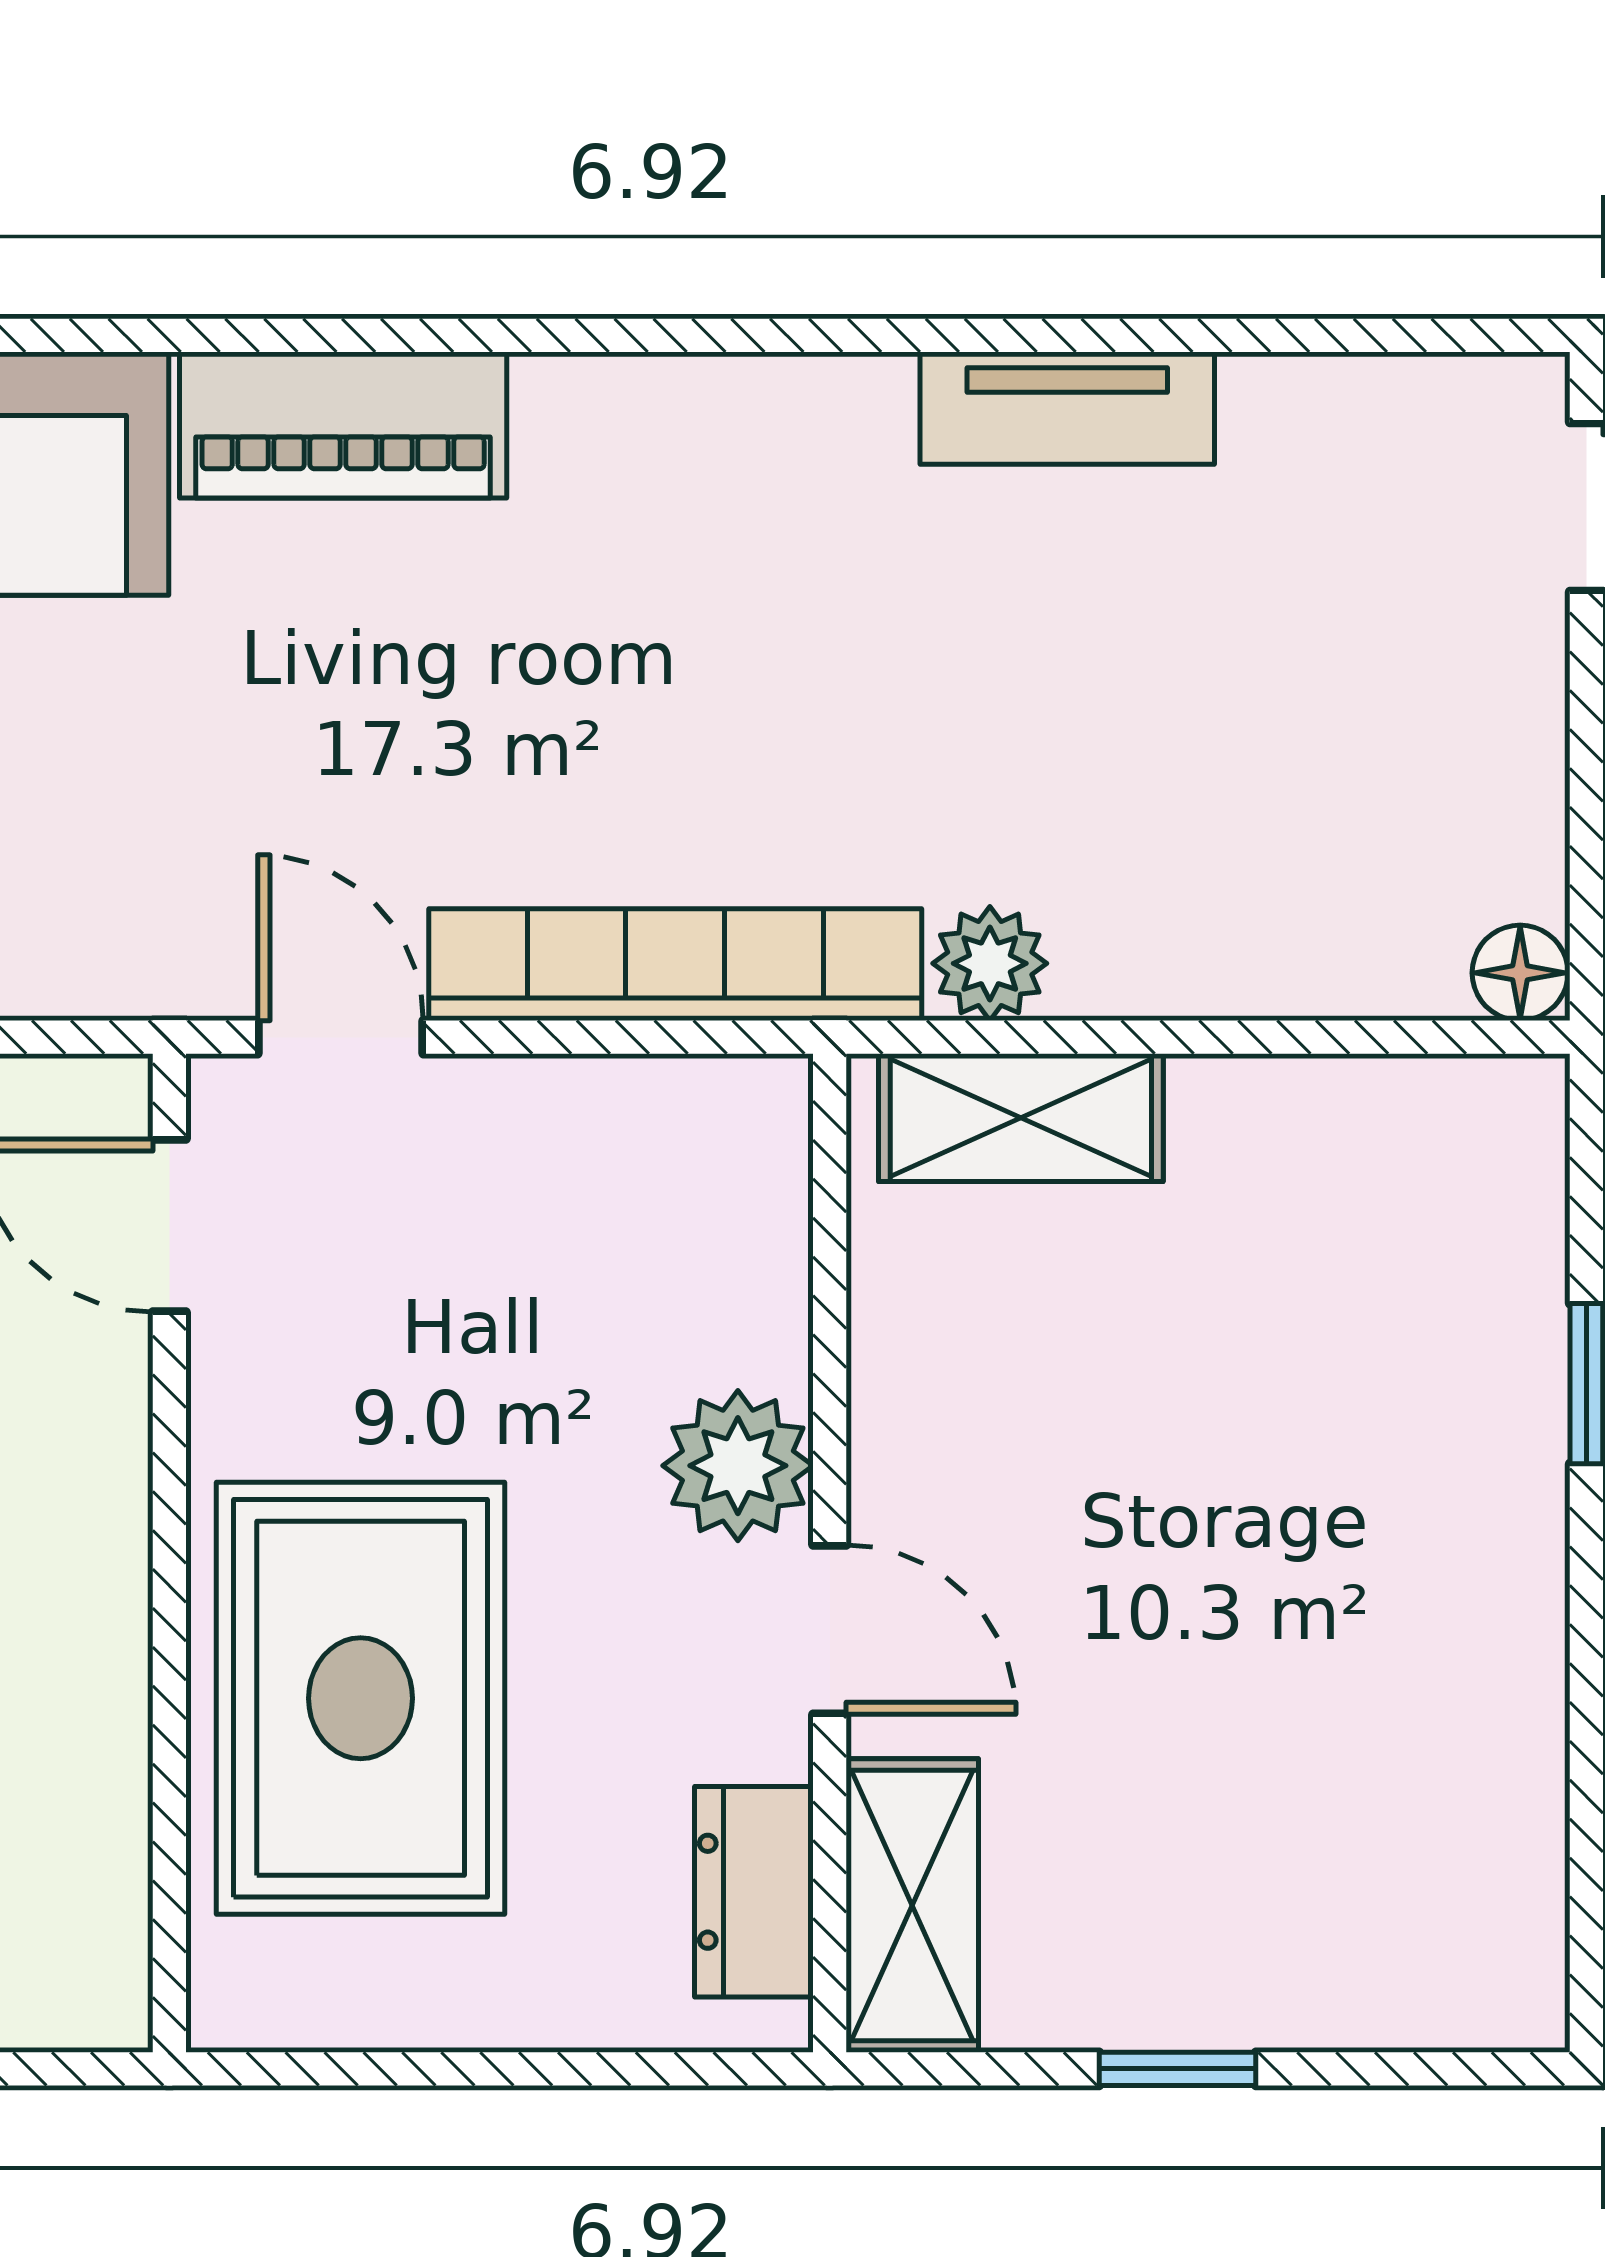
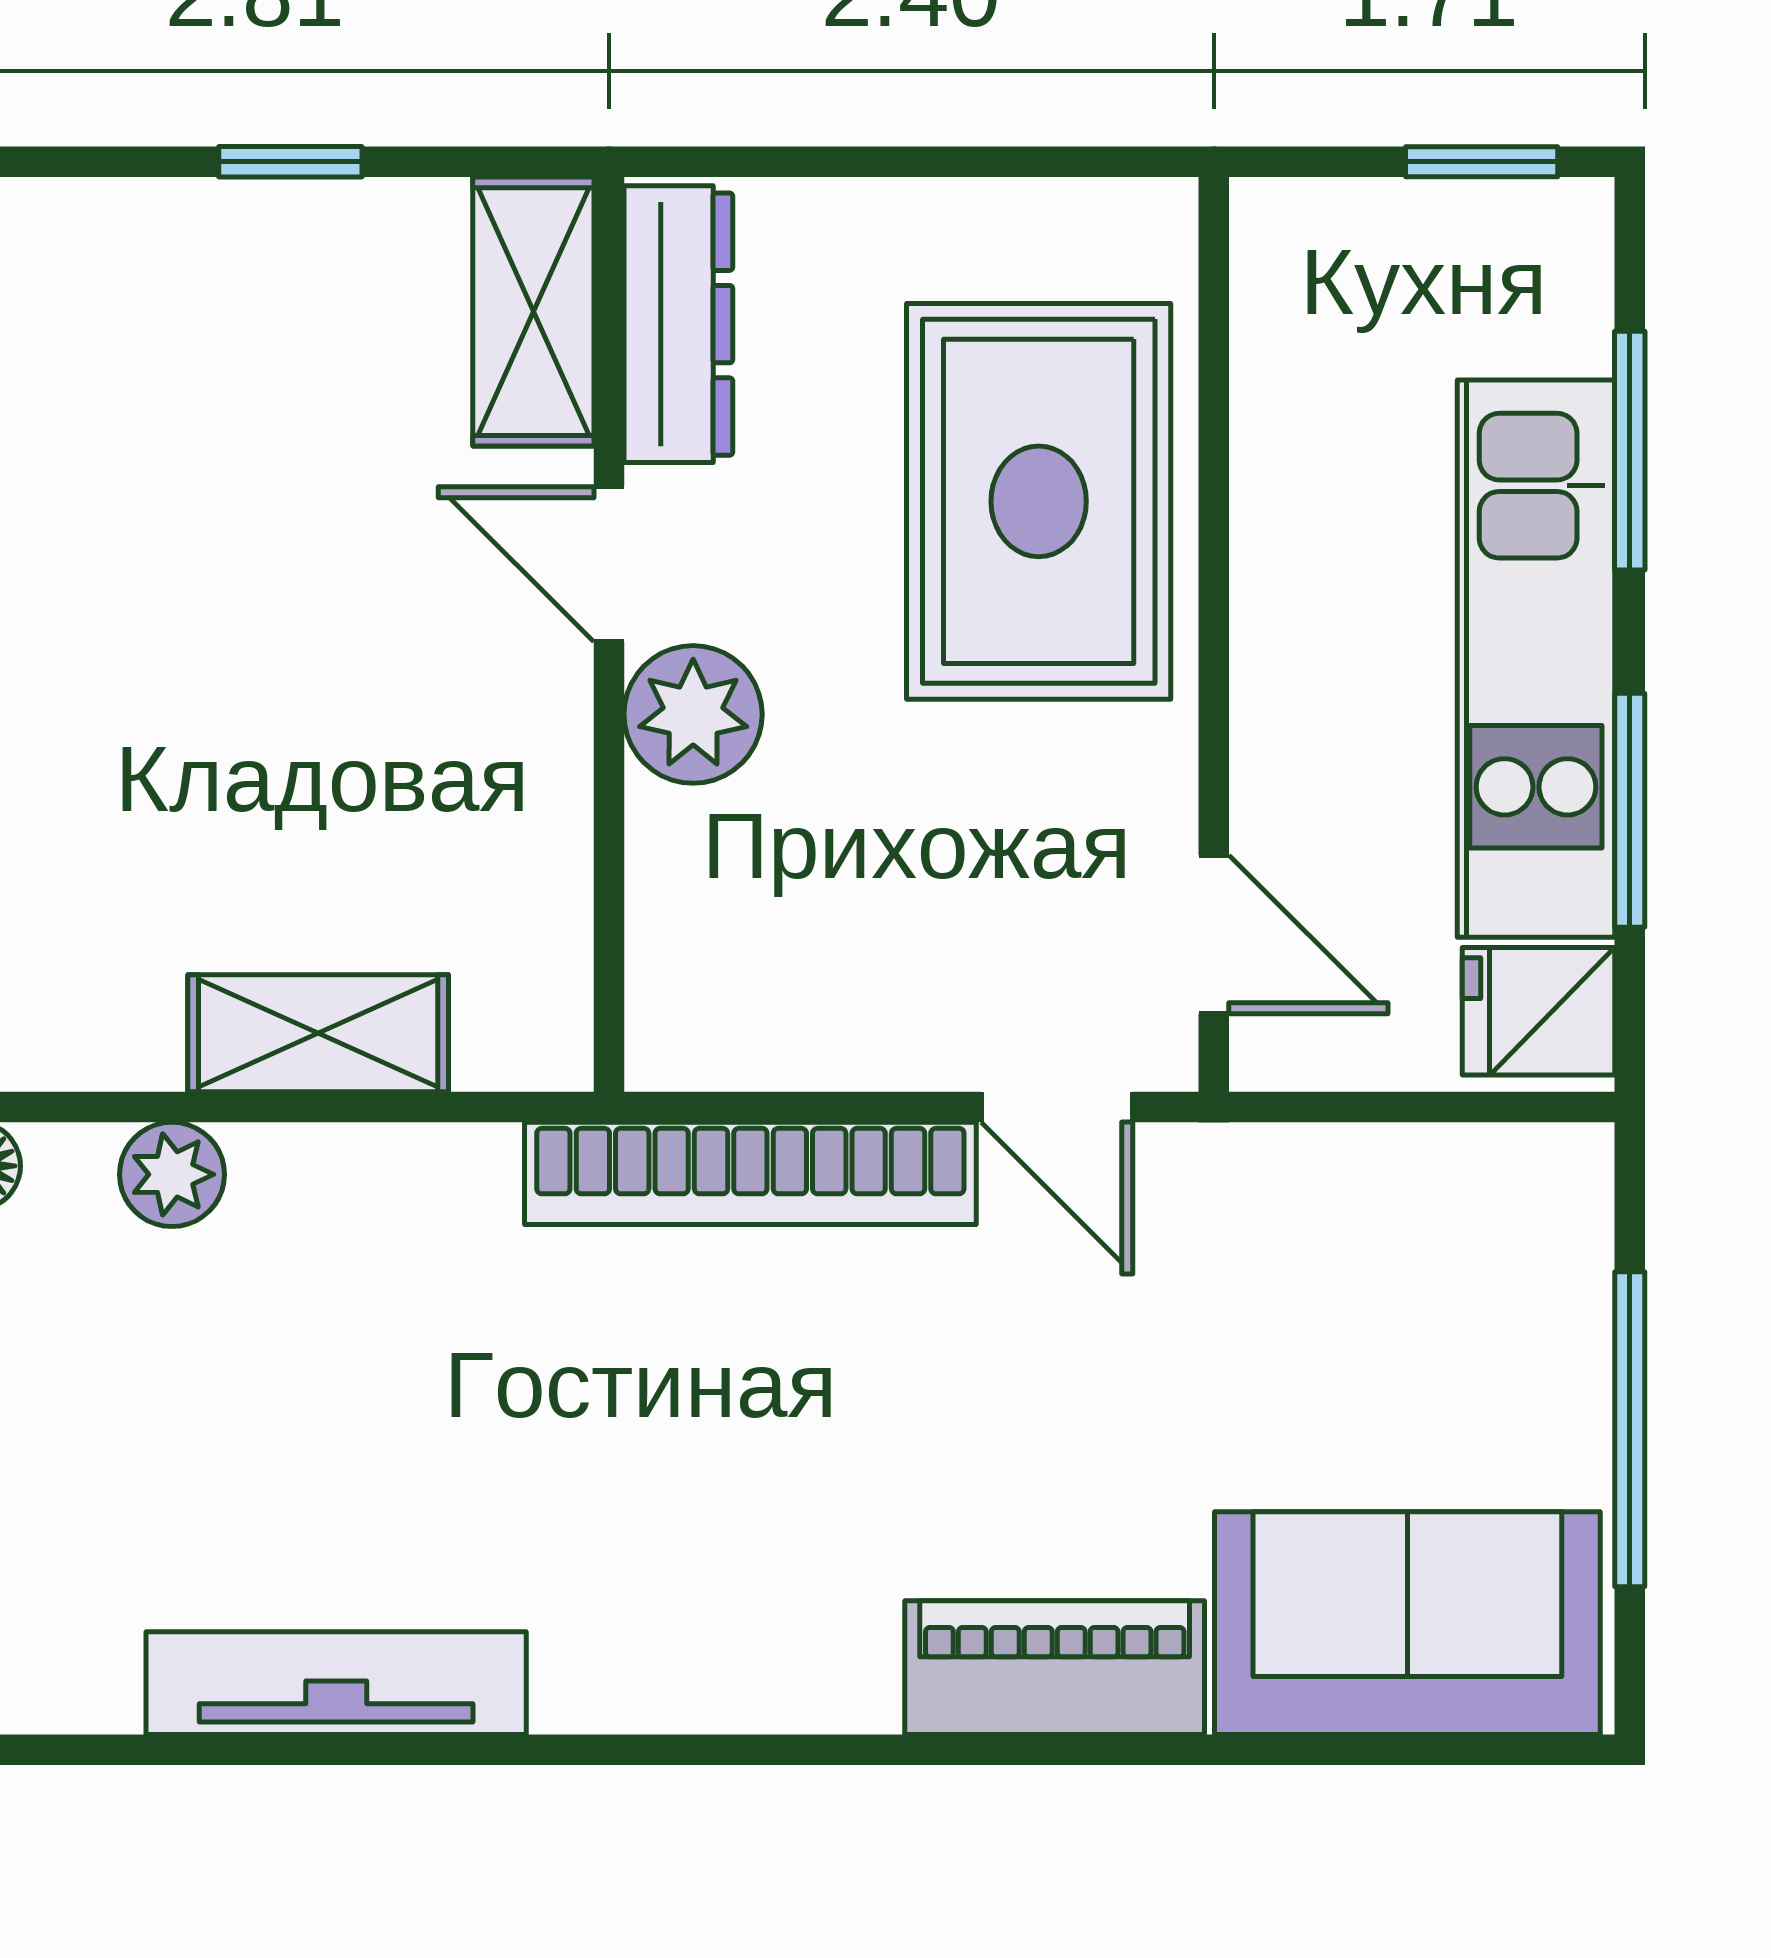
tv unit: (1067, 408) -> (336, 1683), width x1.41
plant: (990, 963) -> (172, 1174), moved
shelving: (1021, 1118) -> (318, 1033), moved
dresser: (754, 1892) -> (678, 324), width x1.44

